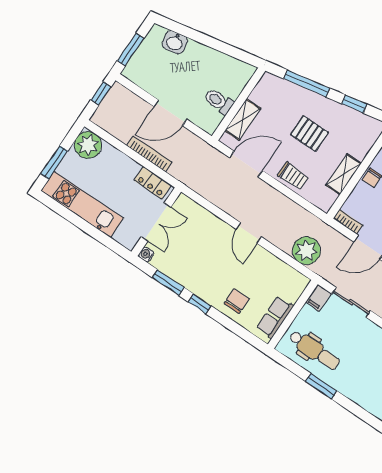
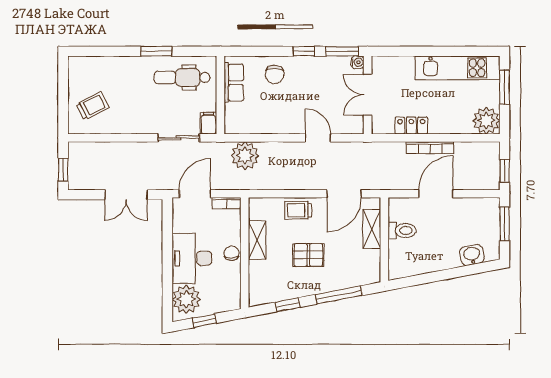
double door: (156, 222) -> (368, 95), moved
wall: (156, 222) -> (368, 95), moved
door: (249, 233) -> (318, 138), moved
water cooler: (146, 254) -> (358, 62), moved

